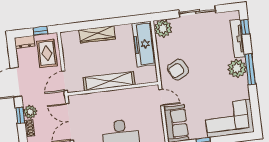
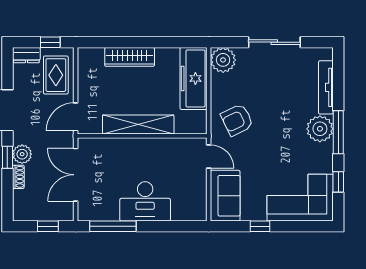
window: (245, 27) -> (338, 182), moved

